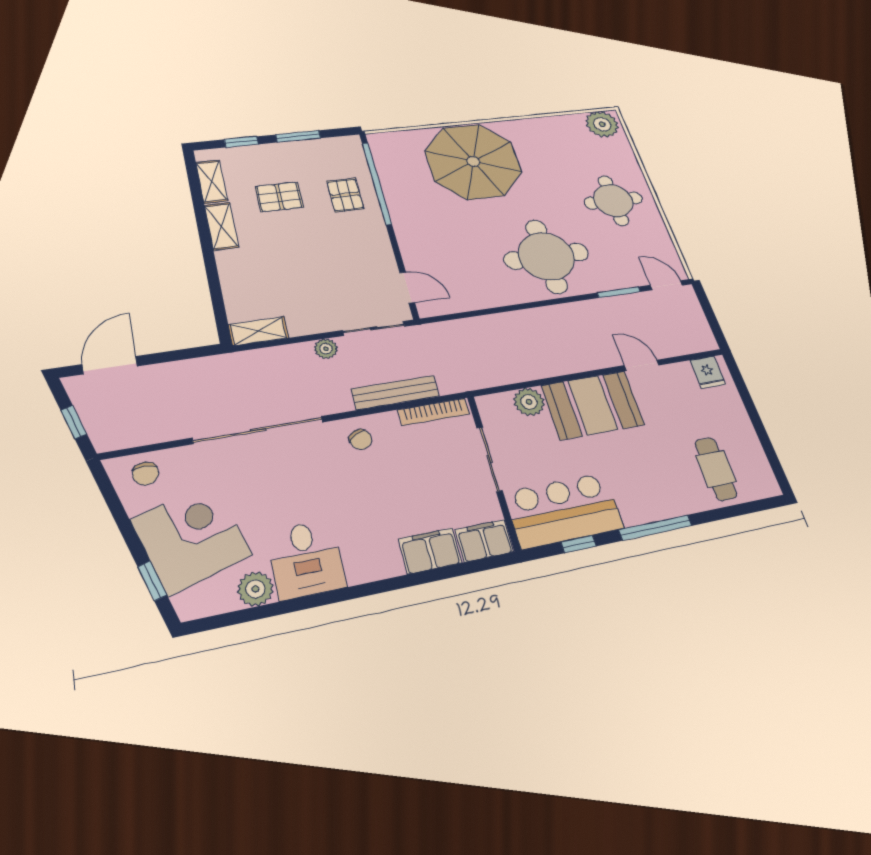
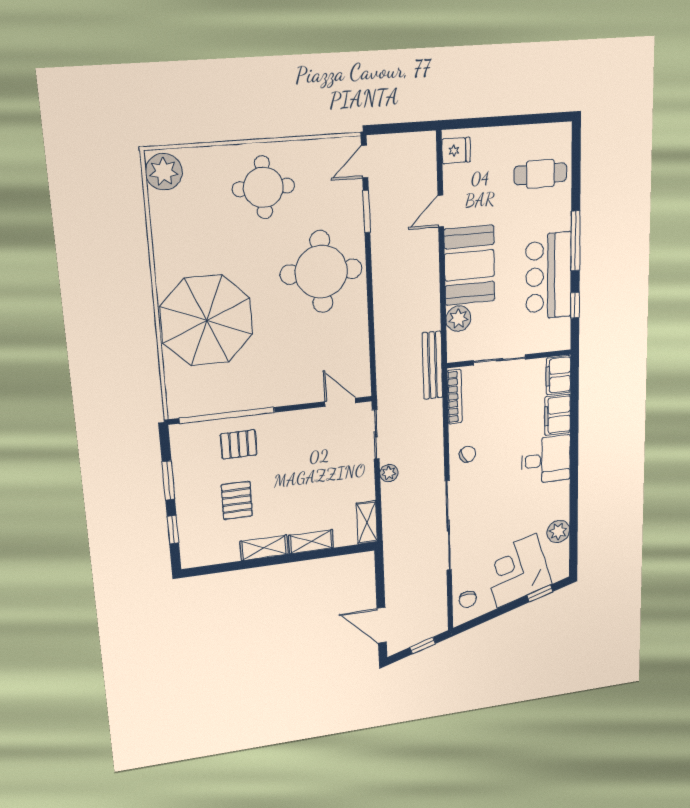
shelving: (212, 181) -> (311, 542), moved
door: (407, 288) -> (340, 402), hinge flipped
bench: (395, 392) -> (432, 365), moved
chair: (146, 474) -> (468, 599), turned 90
bar counter: (564, 510) -> (549, 276), moved
desk: (306, 559) -> (546, 460), moved

